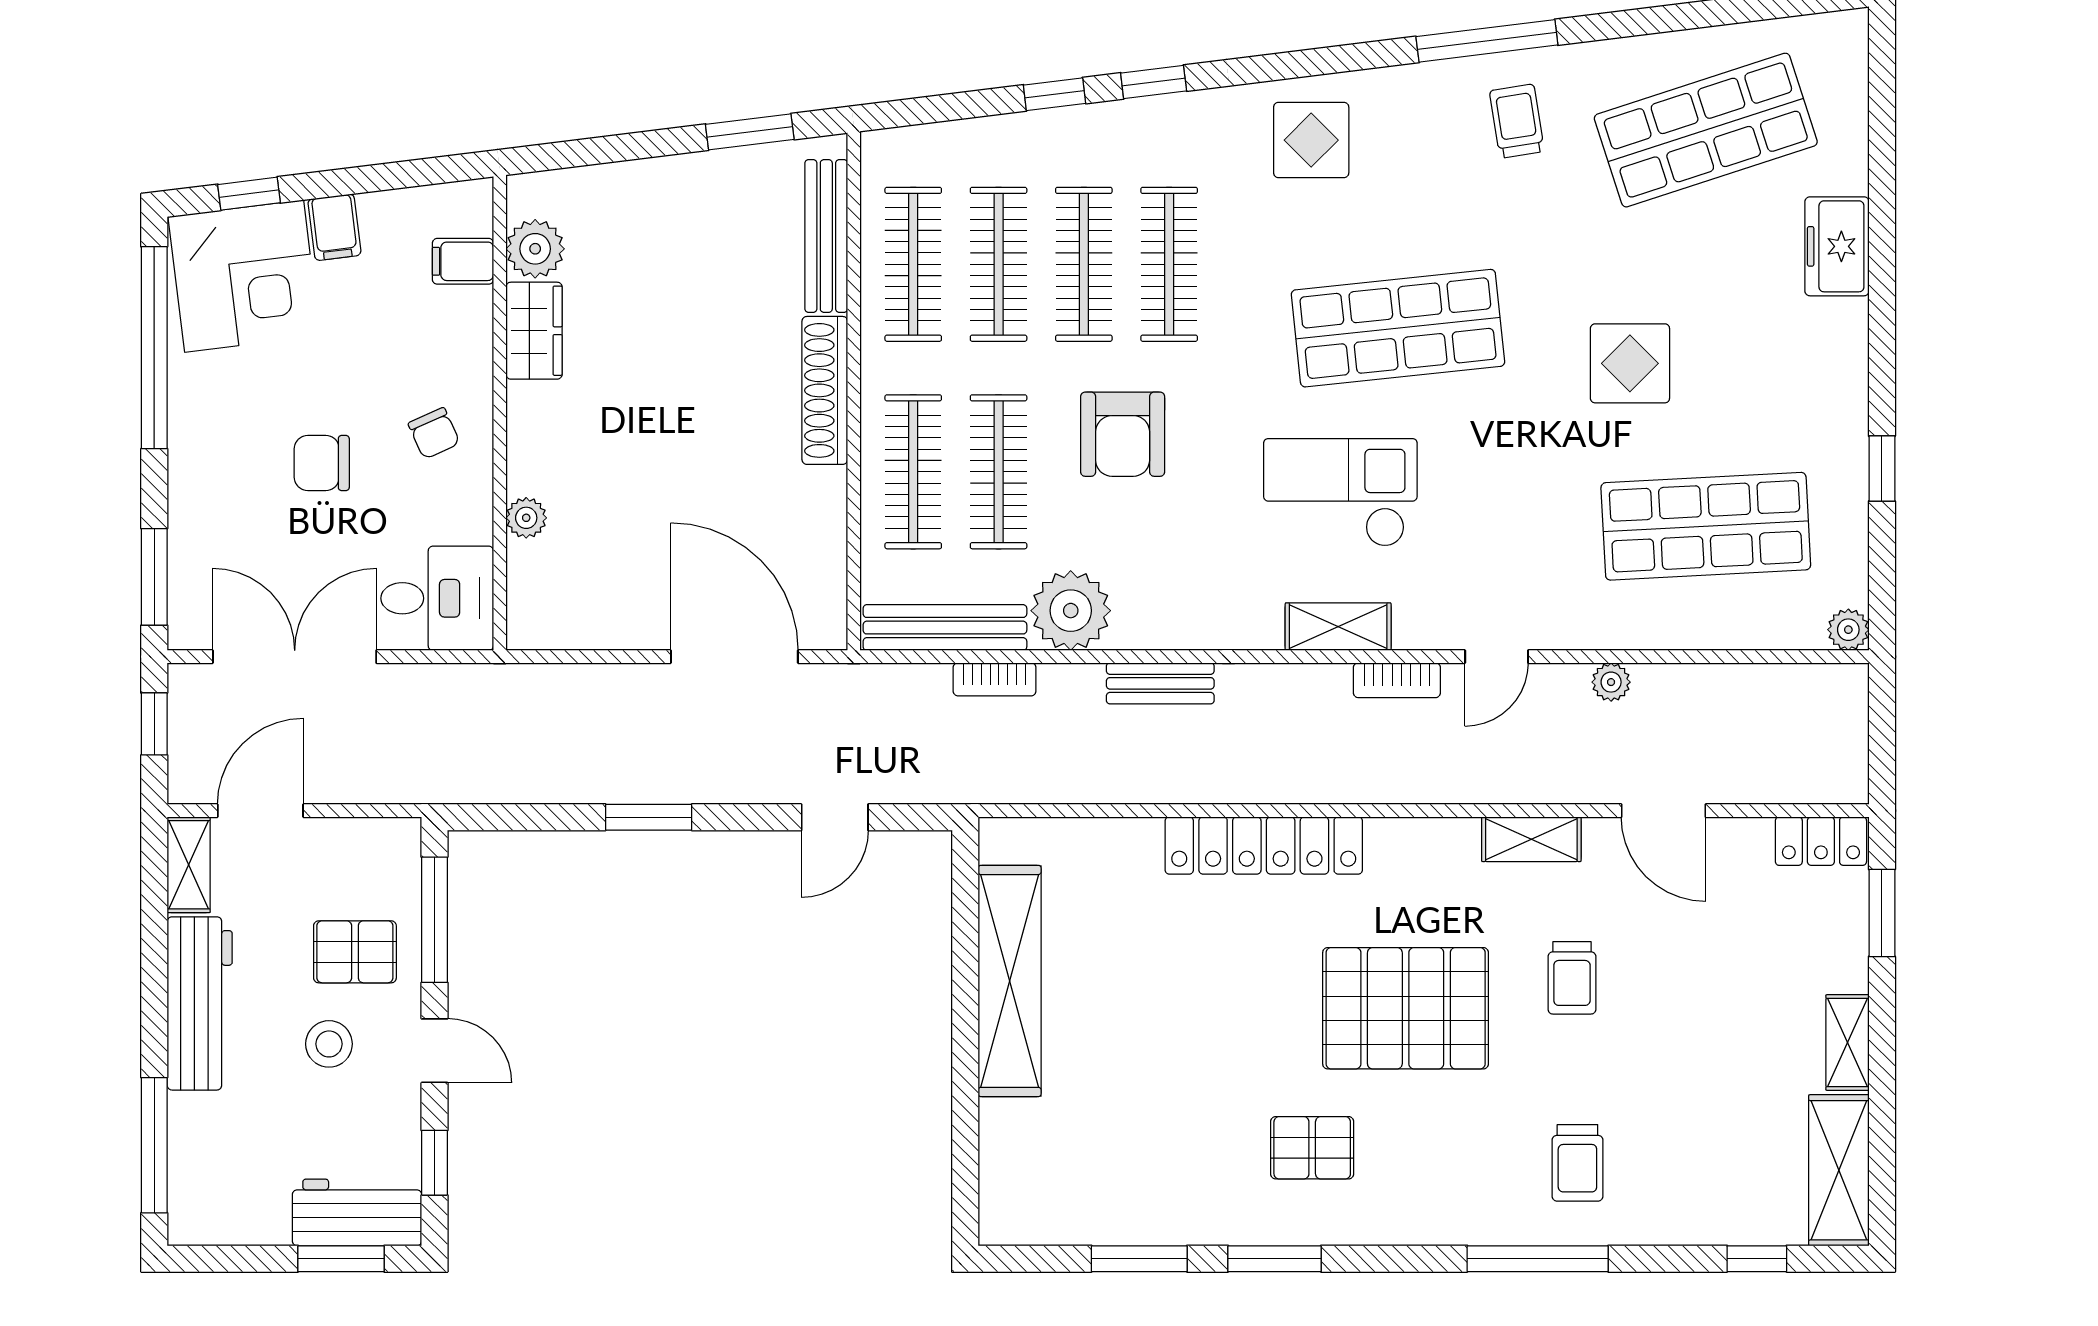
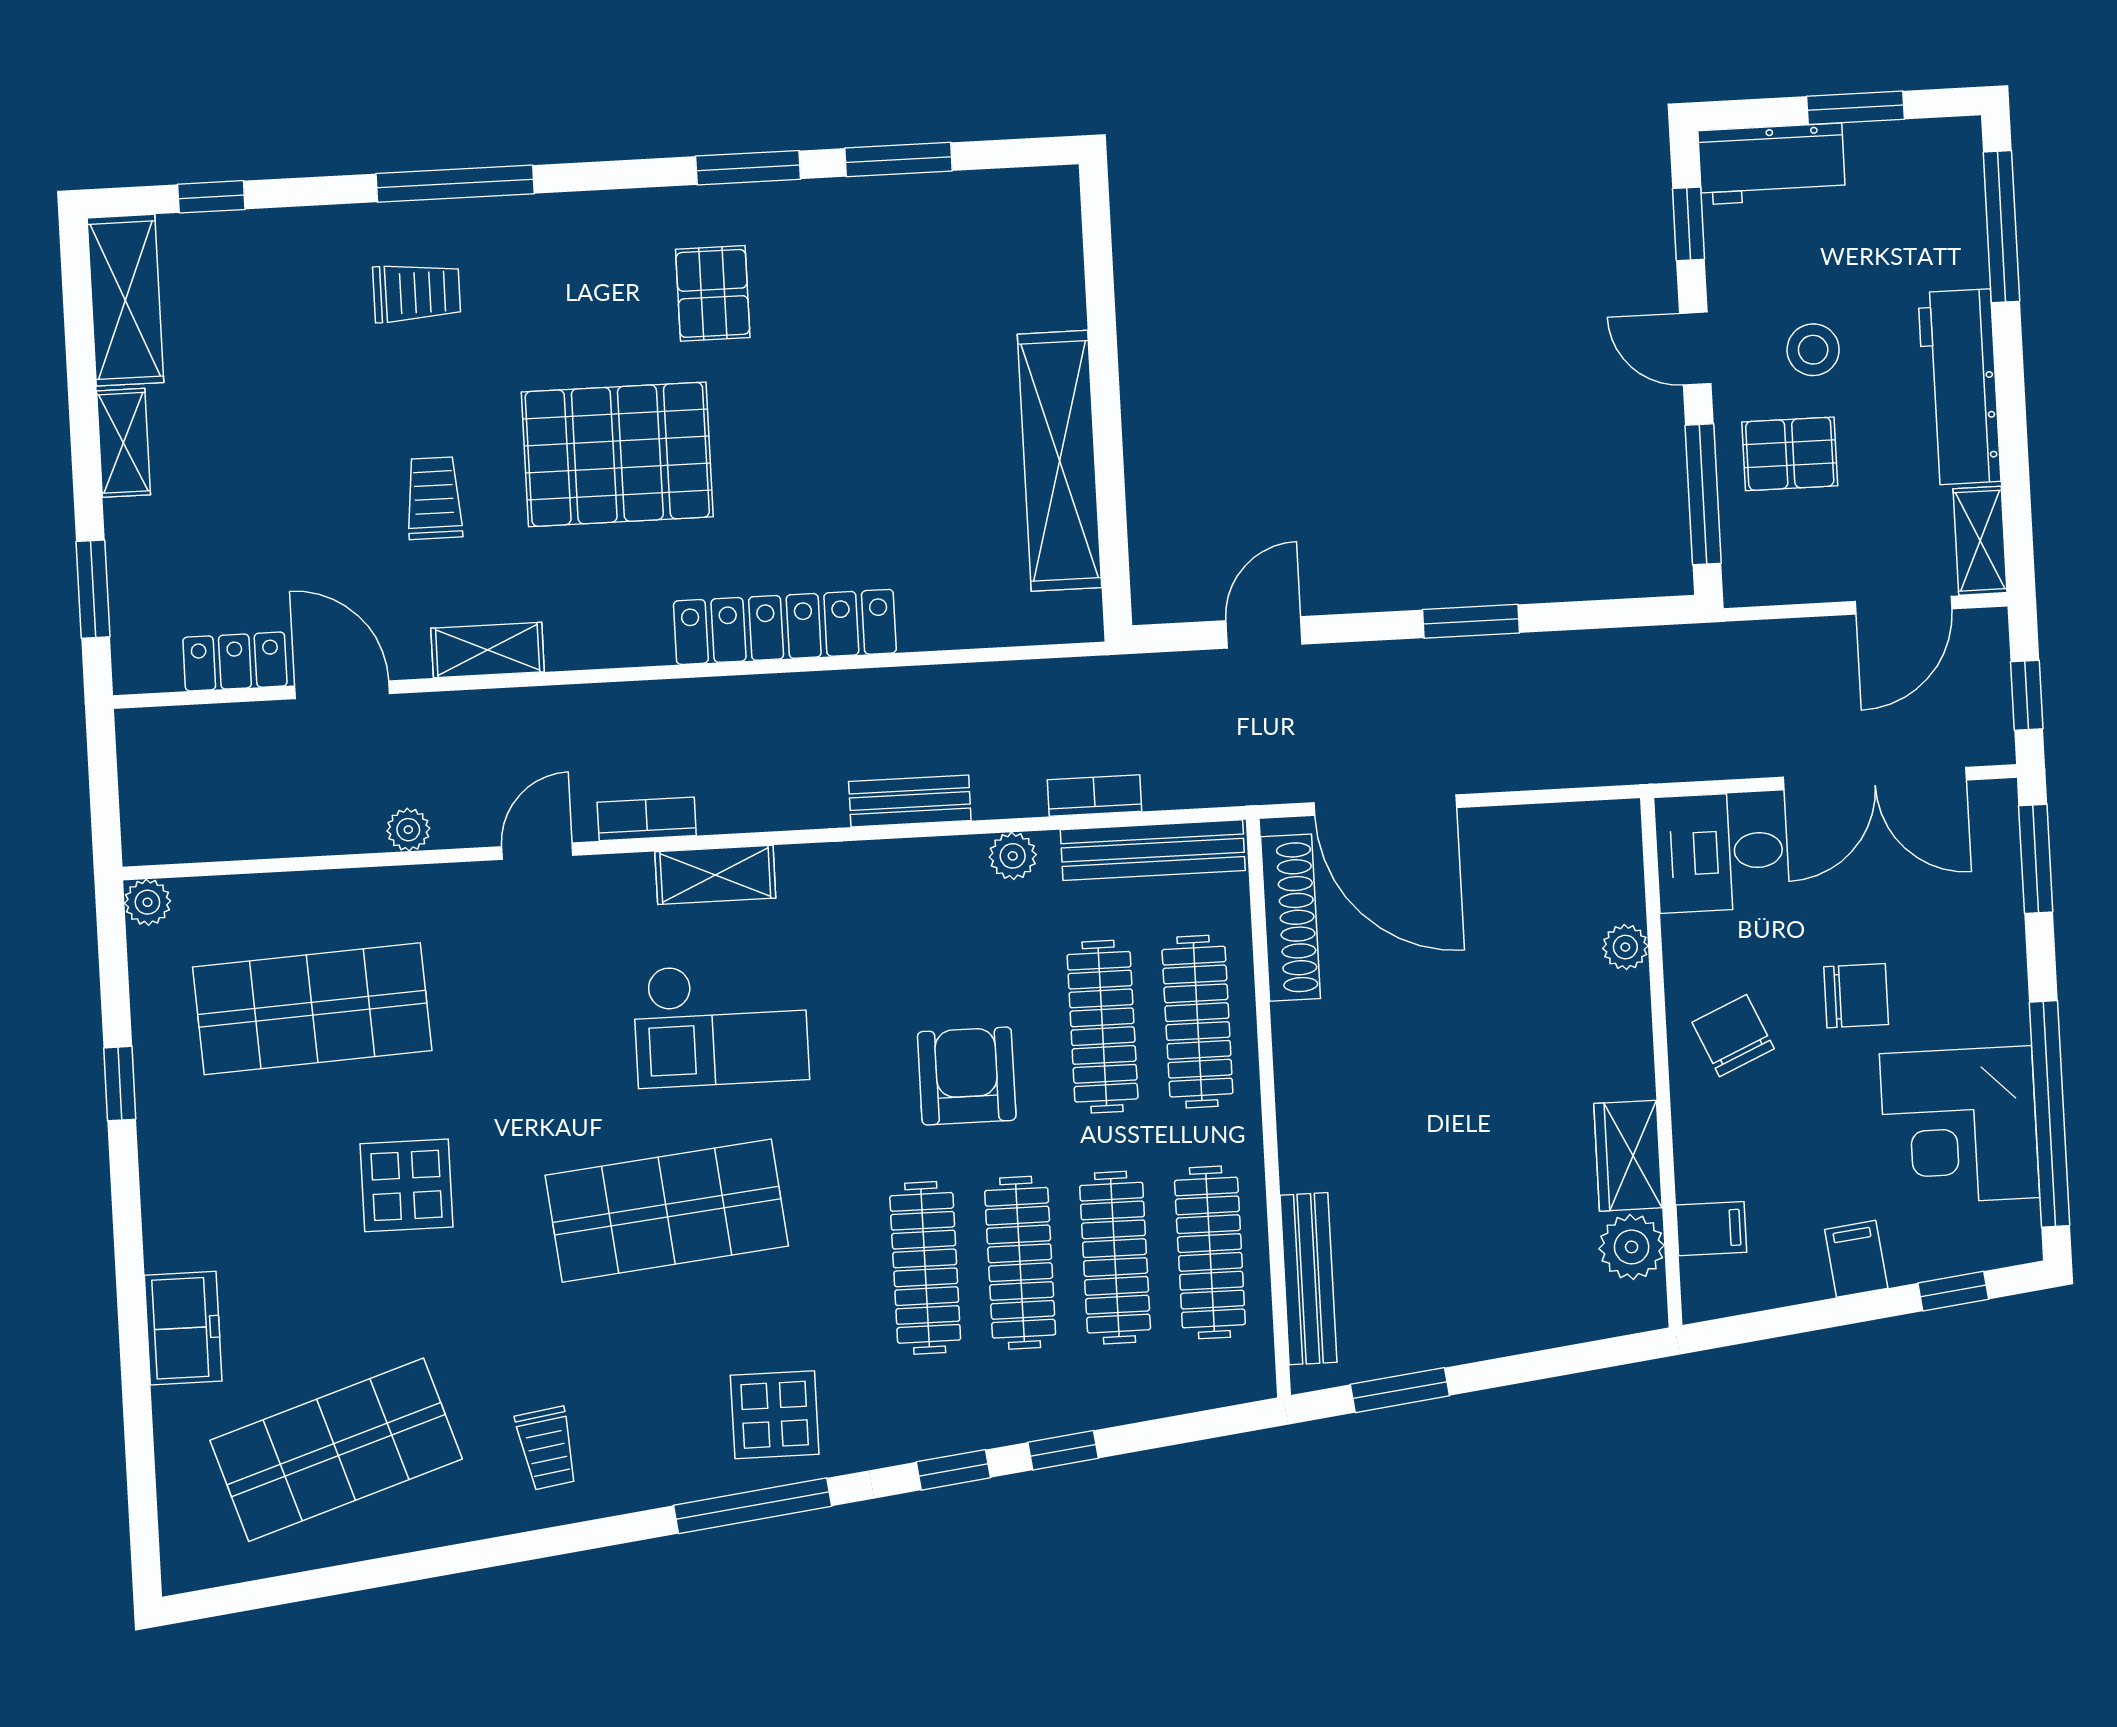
window: (1487, 41) -> (753, 1506), moved
corner desk: (244, 276) -> (1959, 1126), moved, turned -83
shoe rack: (825, 390) -> (1290, 918), moved
chair: (434, 433) -> (1733, 1036), width x1.37, depth x1.37
plant: (1071, 611) -> (1013, 856), width x0.53, depth x0.53
locker: (1821, 841) -> (235, 662), moved
pallet: (1312, 1148) -> (713, 293), turned 90
trolley: (1577, 1163) -> (417, 293), turned 90
window: (341, 1259) -> (1856, 108), moved

